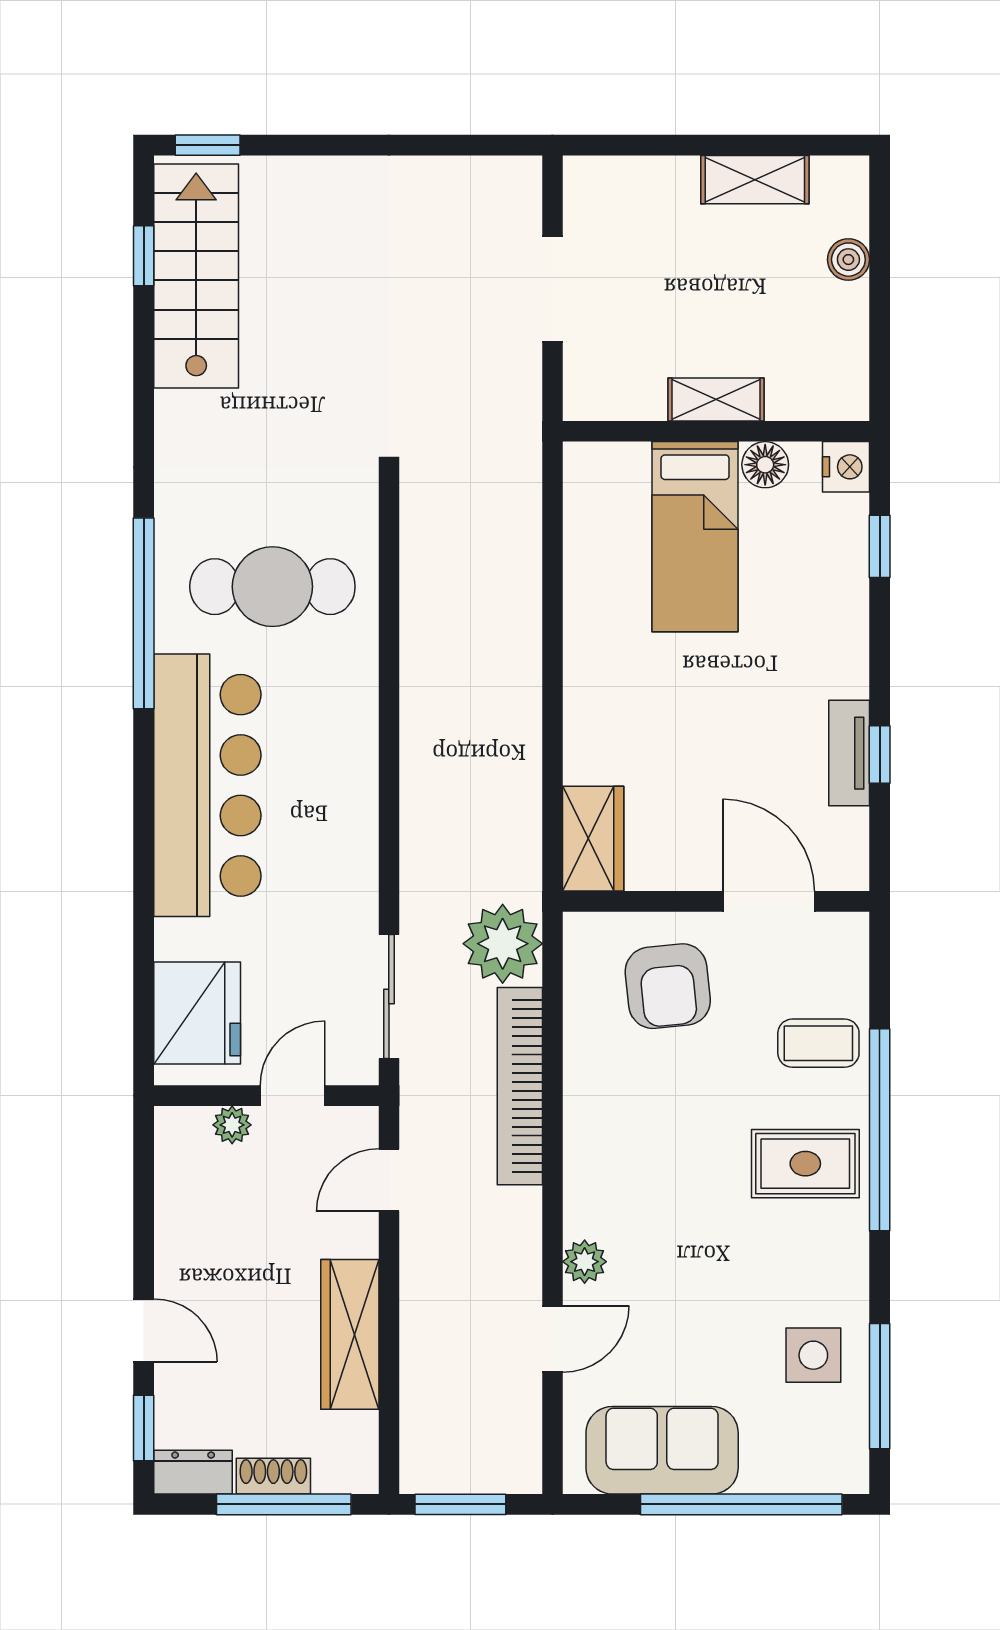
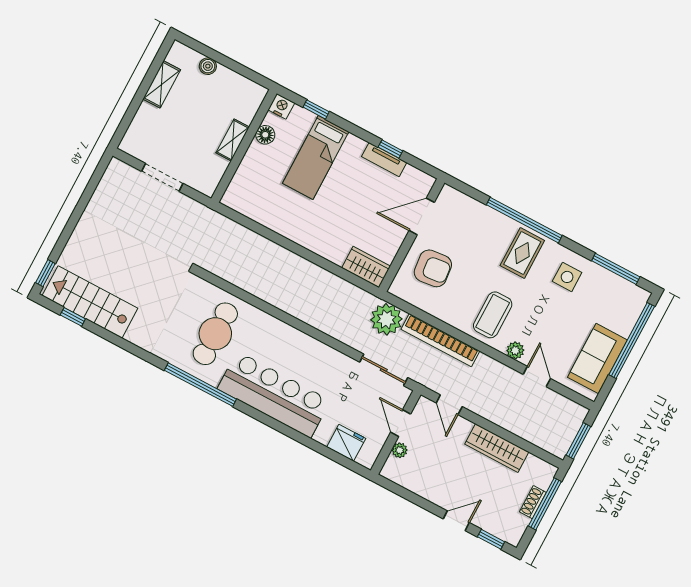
bed: (695, 537) -> (316, 157), moved, turned 90
fridge: (197, 1013) -> (346, 443), width x0.73, depth x0.75
coffee table: (818, 1043) -> (493, 315), moved, width x1.36, depth x1.30
side table: (813, 1355) -> (567, 277), moved
dresser: (193, 1472) -> (516, 530), removed

